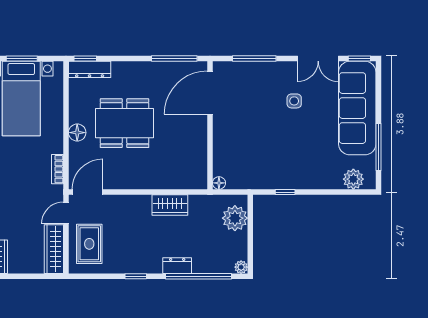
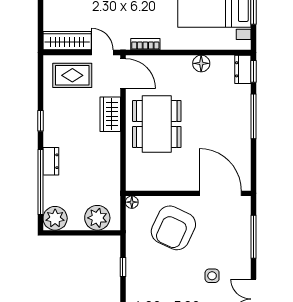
window: (174, 59) -> (254, 116), moved
dresser: (90, 69) -> (243, 69), width x0.70
dining table: (125, 123) -> (157, 124), moved
floor lamp: (77, 133) -> (201, 63), moved
armchair: (245, 140) -> (173, 228), added
wardrobe: (170, 205) -> (110, 114), moved
plant: (241, 267) -> (55, 218), width x1.88, depth x1.88

